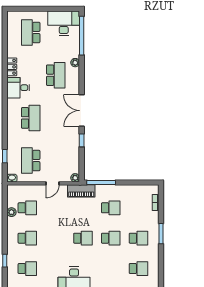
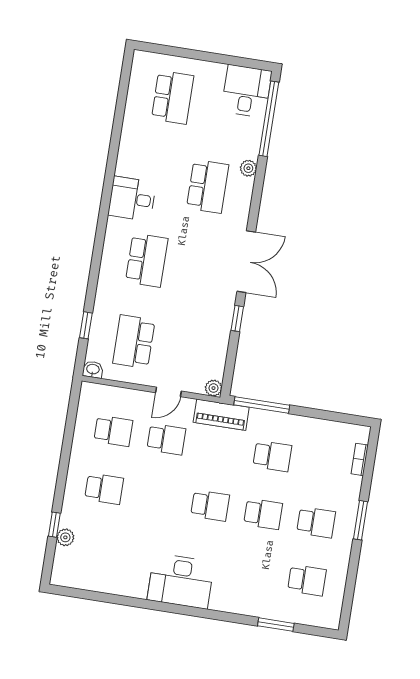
desk: (64, 23) -> (247, 91), width x0.73
school desk: (31, 32) -> (173, 97), turned 180
locker: (12, 67) -> (126, 157), removed
double door: (82, 111) -> (246, 262), swing flipped
plant: (11, 212) -> (65, 537), moved
school desk: (27, 269) -> (166, 439), moved

